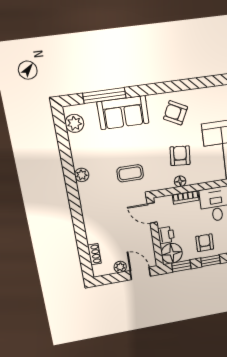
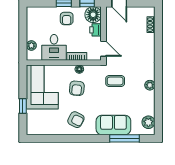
plant: (120, 267) -> (134, 11), removed

